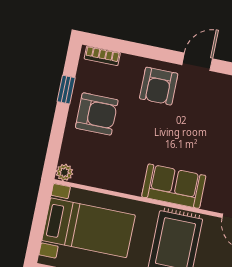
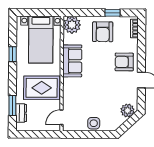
plant: (64, 172) -> (72, 25), width x1.87, depth x1.87
sofa: (174, 186) -> (72, 61), moved

